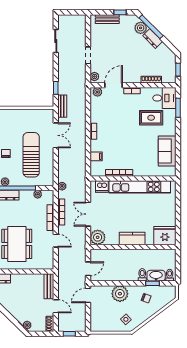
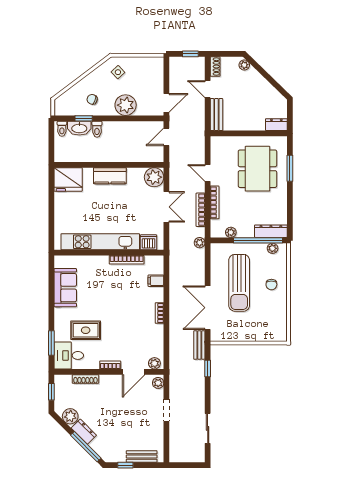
plant: (141, 28) -> (70, 416), moved
double door: (56, 135) -> (208, 308), width x1.37

